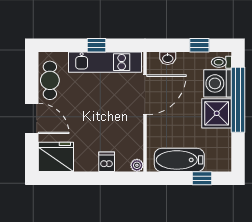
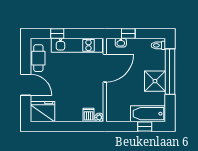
window: (97, 45) -> (57, 33), moved
window: (199, 45) -> (128, 33), moved
washing machine: (218, 83) -> (156, 60), removed
bathtub: (179, 160) -> (148, 114), moved
dishwasher: (107, 162) -> (88, 115), moved

